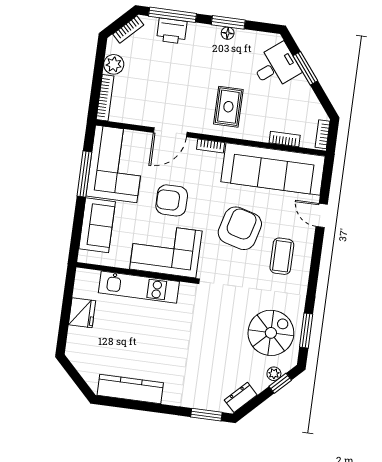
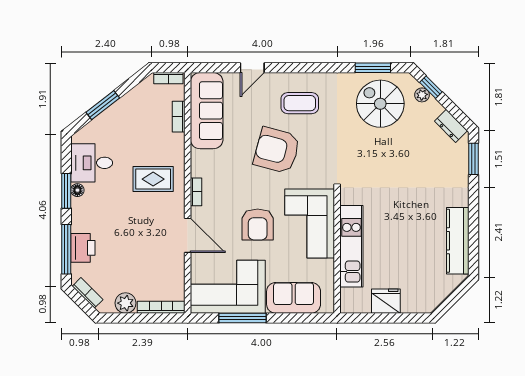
desk: (276, 67) -> (92, 163), moved, turned -52
sofa: (273, 169) -> (207, 111), width x0.74, depth x0.79

